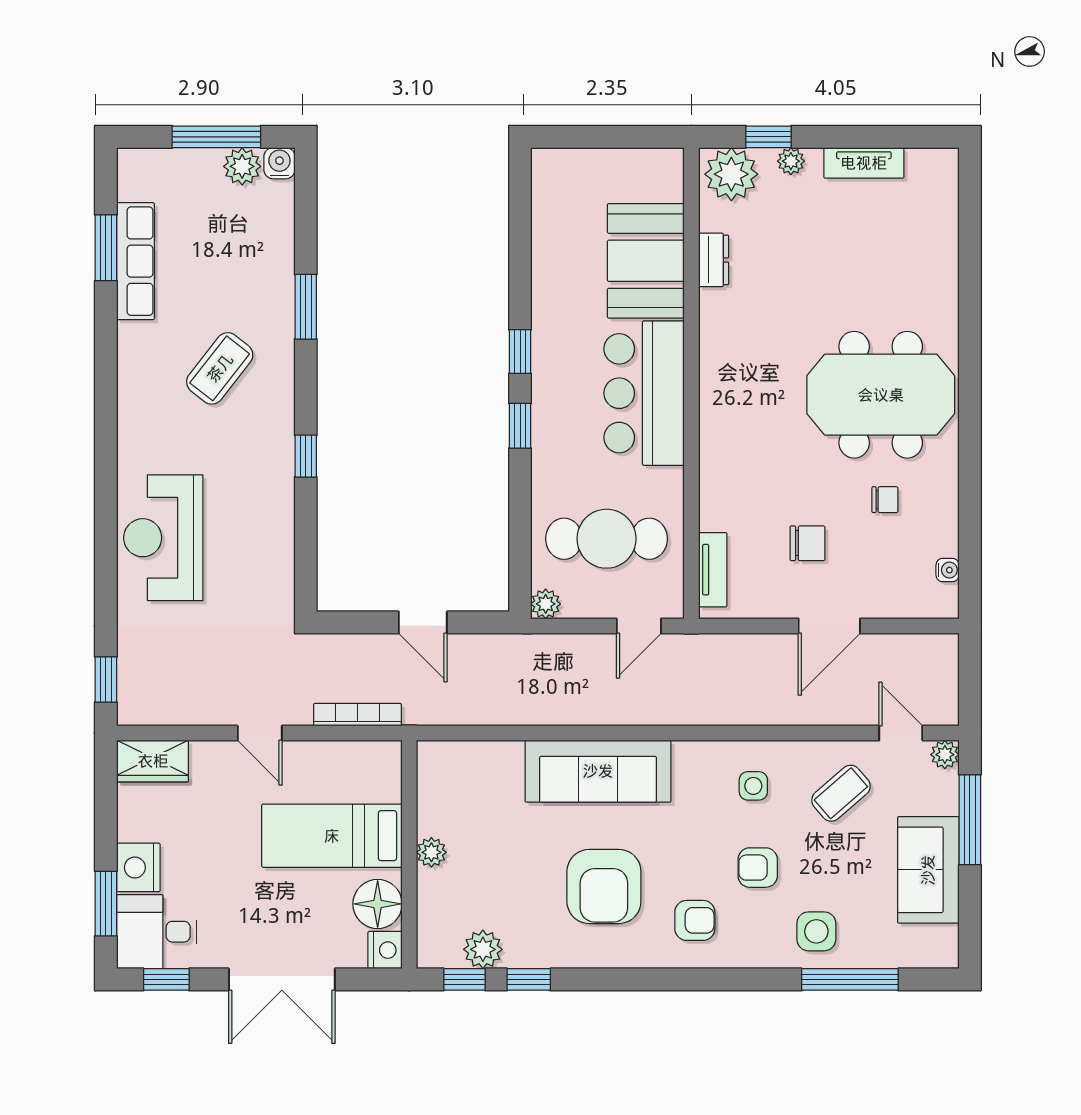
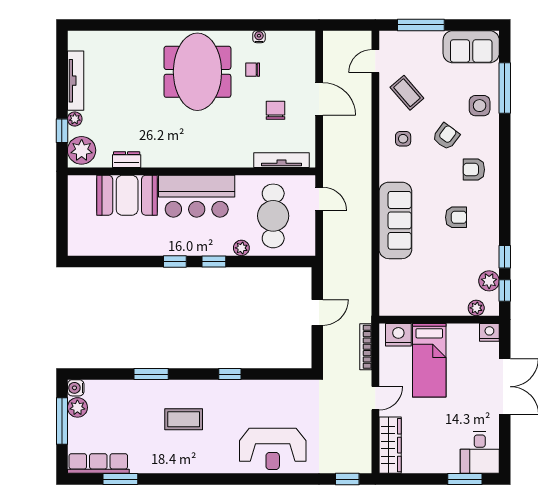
tv unit: (864, 163) -> (76, 81), width x1.41
row of seats: (135, 261) -> (98, 464), moved
coffee table: (220, 368) -> (184, 419), turned -38
chair: (885, 500) -> (253, 70), turned -90
tv unit: (713, 570) -> (281, 160), width x1.41
water cooler: (948, 570) -> (259, 37), moved
plant: (546, 604) -> (241, 248), moved
plant: (945, 755) -> (387, 38), removed
wardrobe: (153, 761) -> (390, 445), width x1.50
plant: (431, 852) -> (476, 308), moved
nightstand: (138, 867) -> (398, 335), moved, turned 180
armchair: (758, 868) -> (446, 136), turned -143
sofa: (928, 870) -> (471, 47), moved
armchair: (604, 886) -> (456, 217), width x0.53, depth x0.53
floor lamp: (378, 904) -> (465, 336), removed
armchair: (695, 920) -> (474, 170), turned -90
window: (166, 979) -> (505, 447), removed

